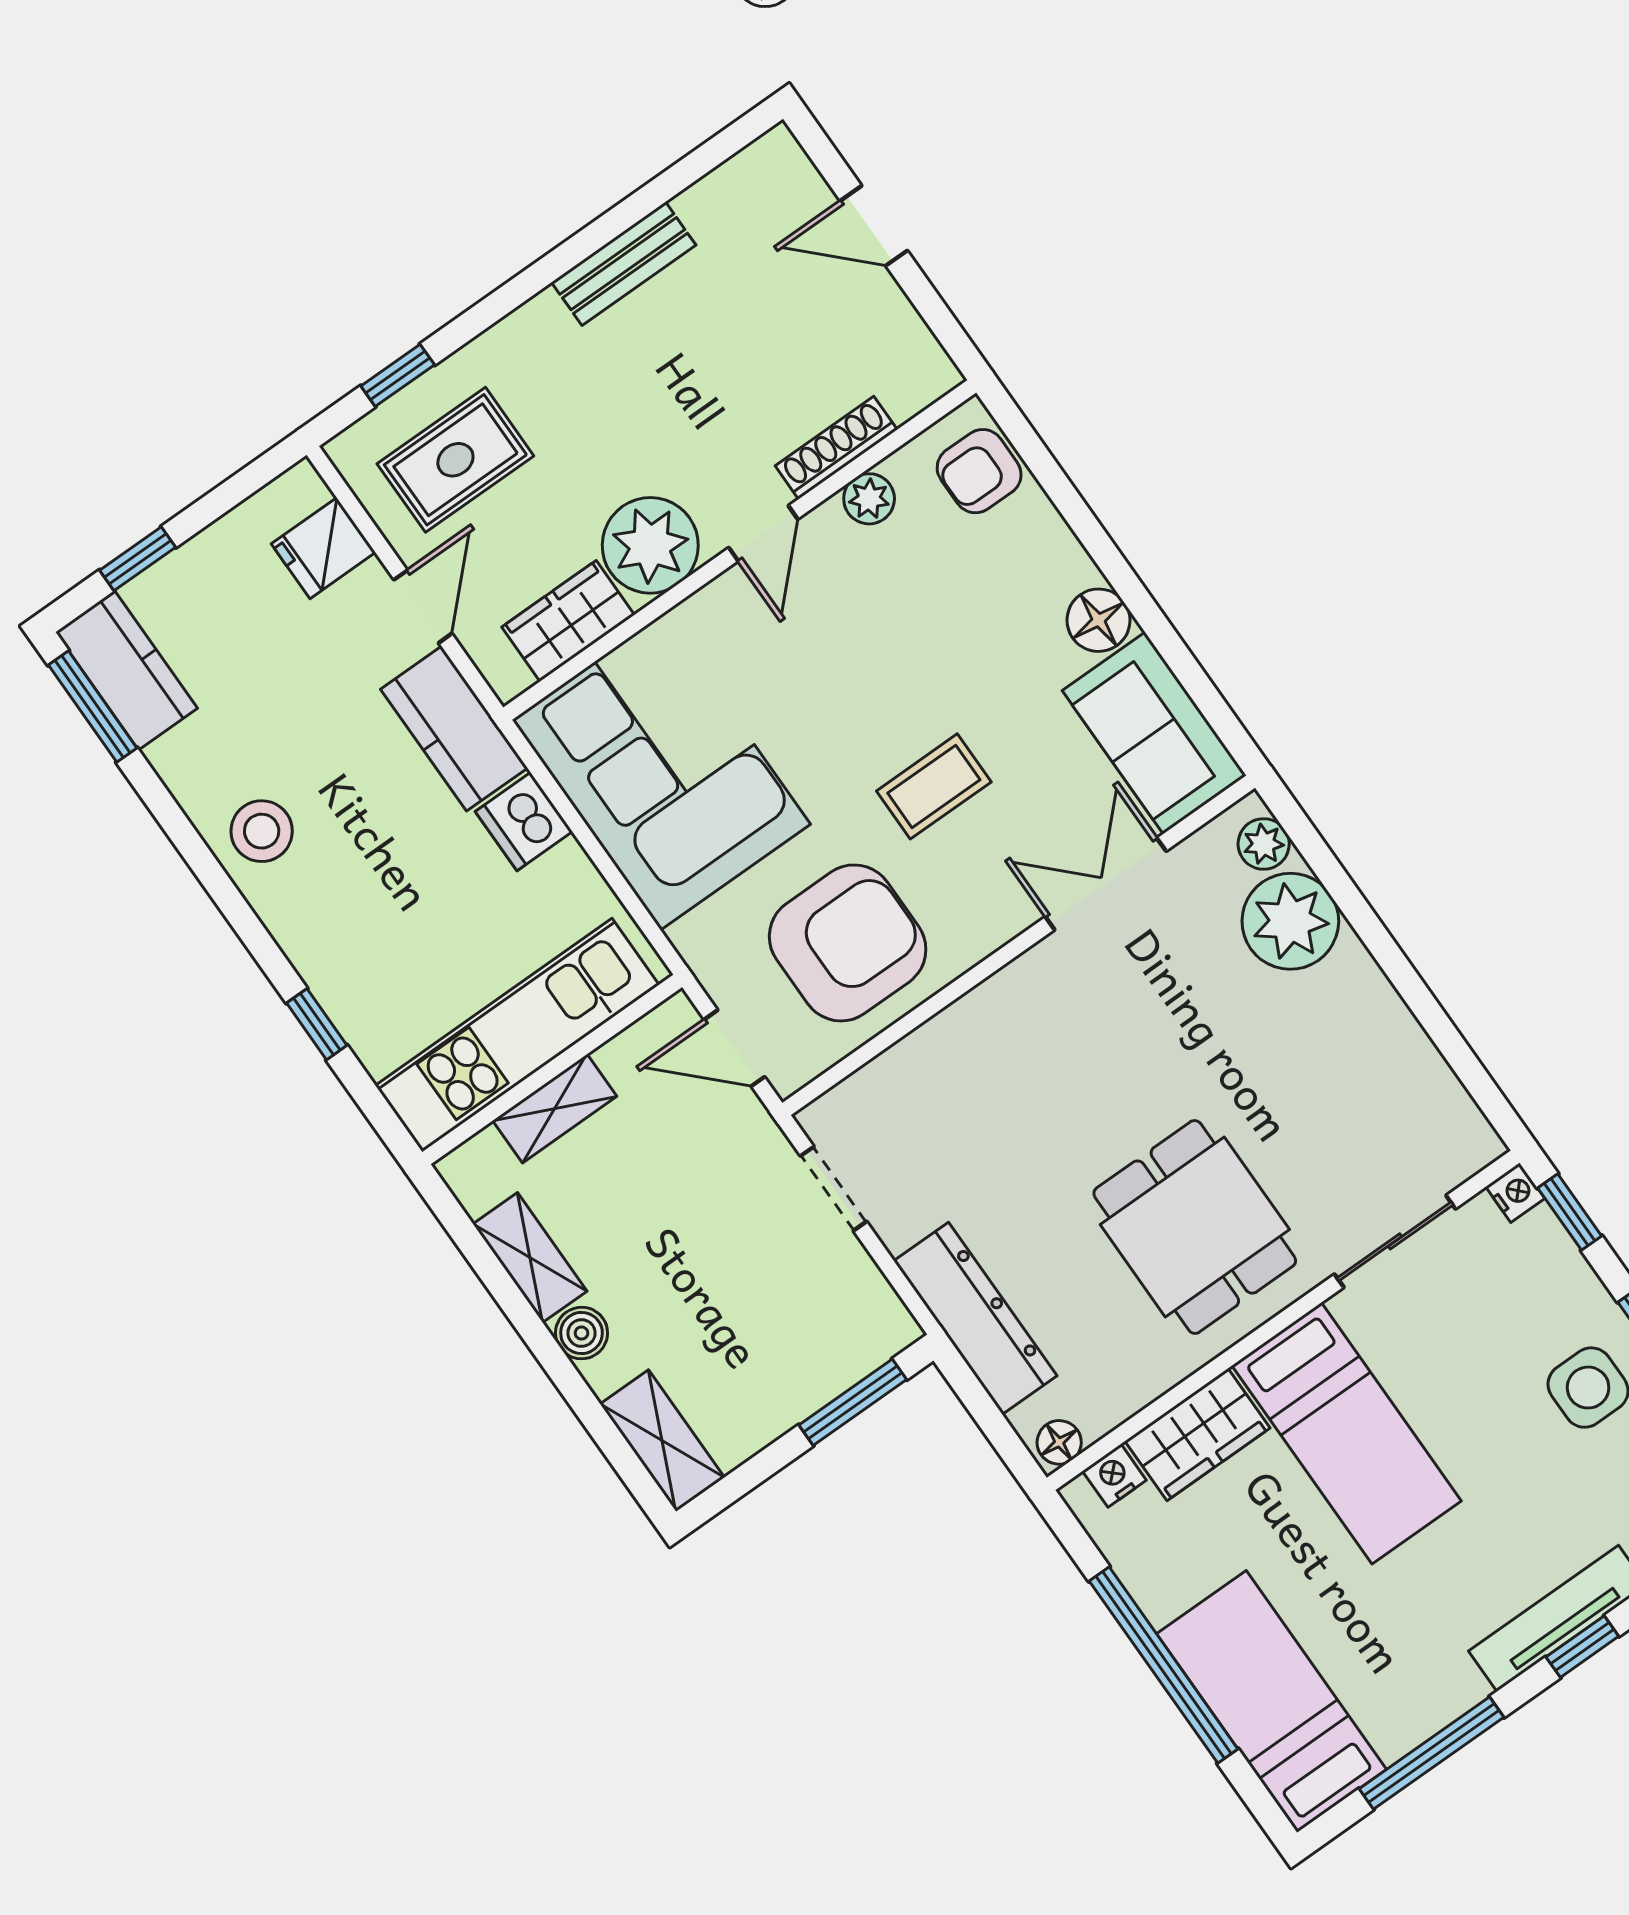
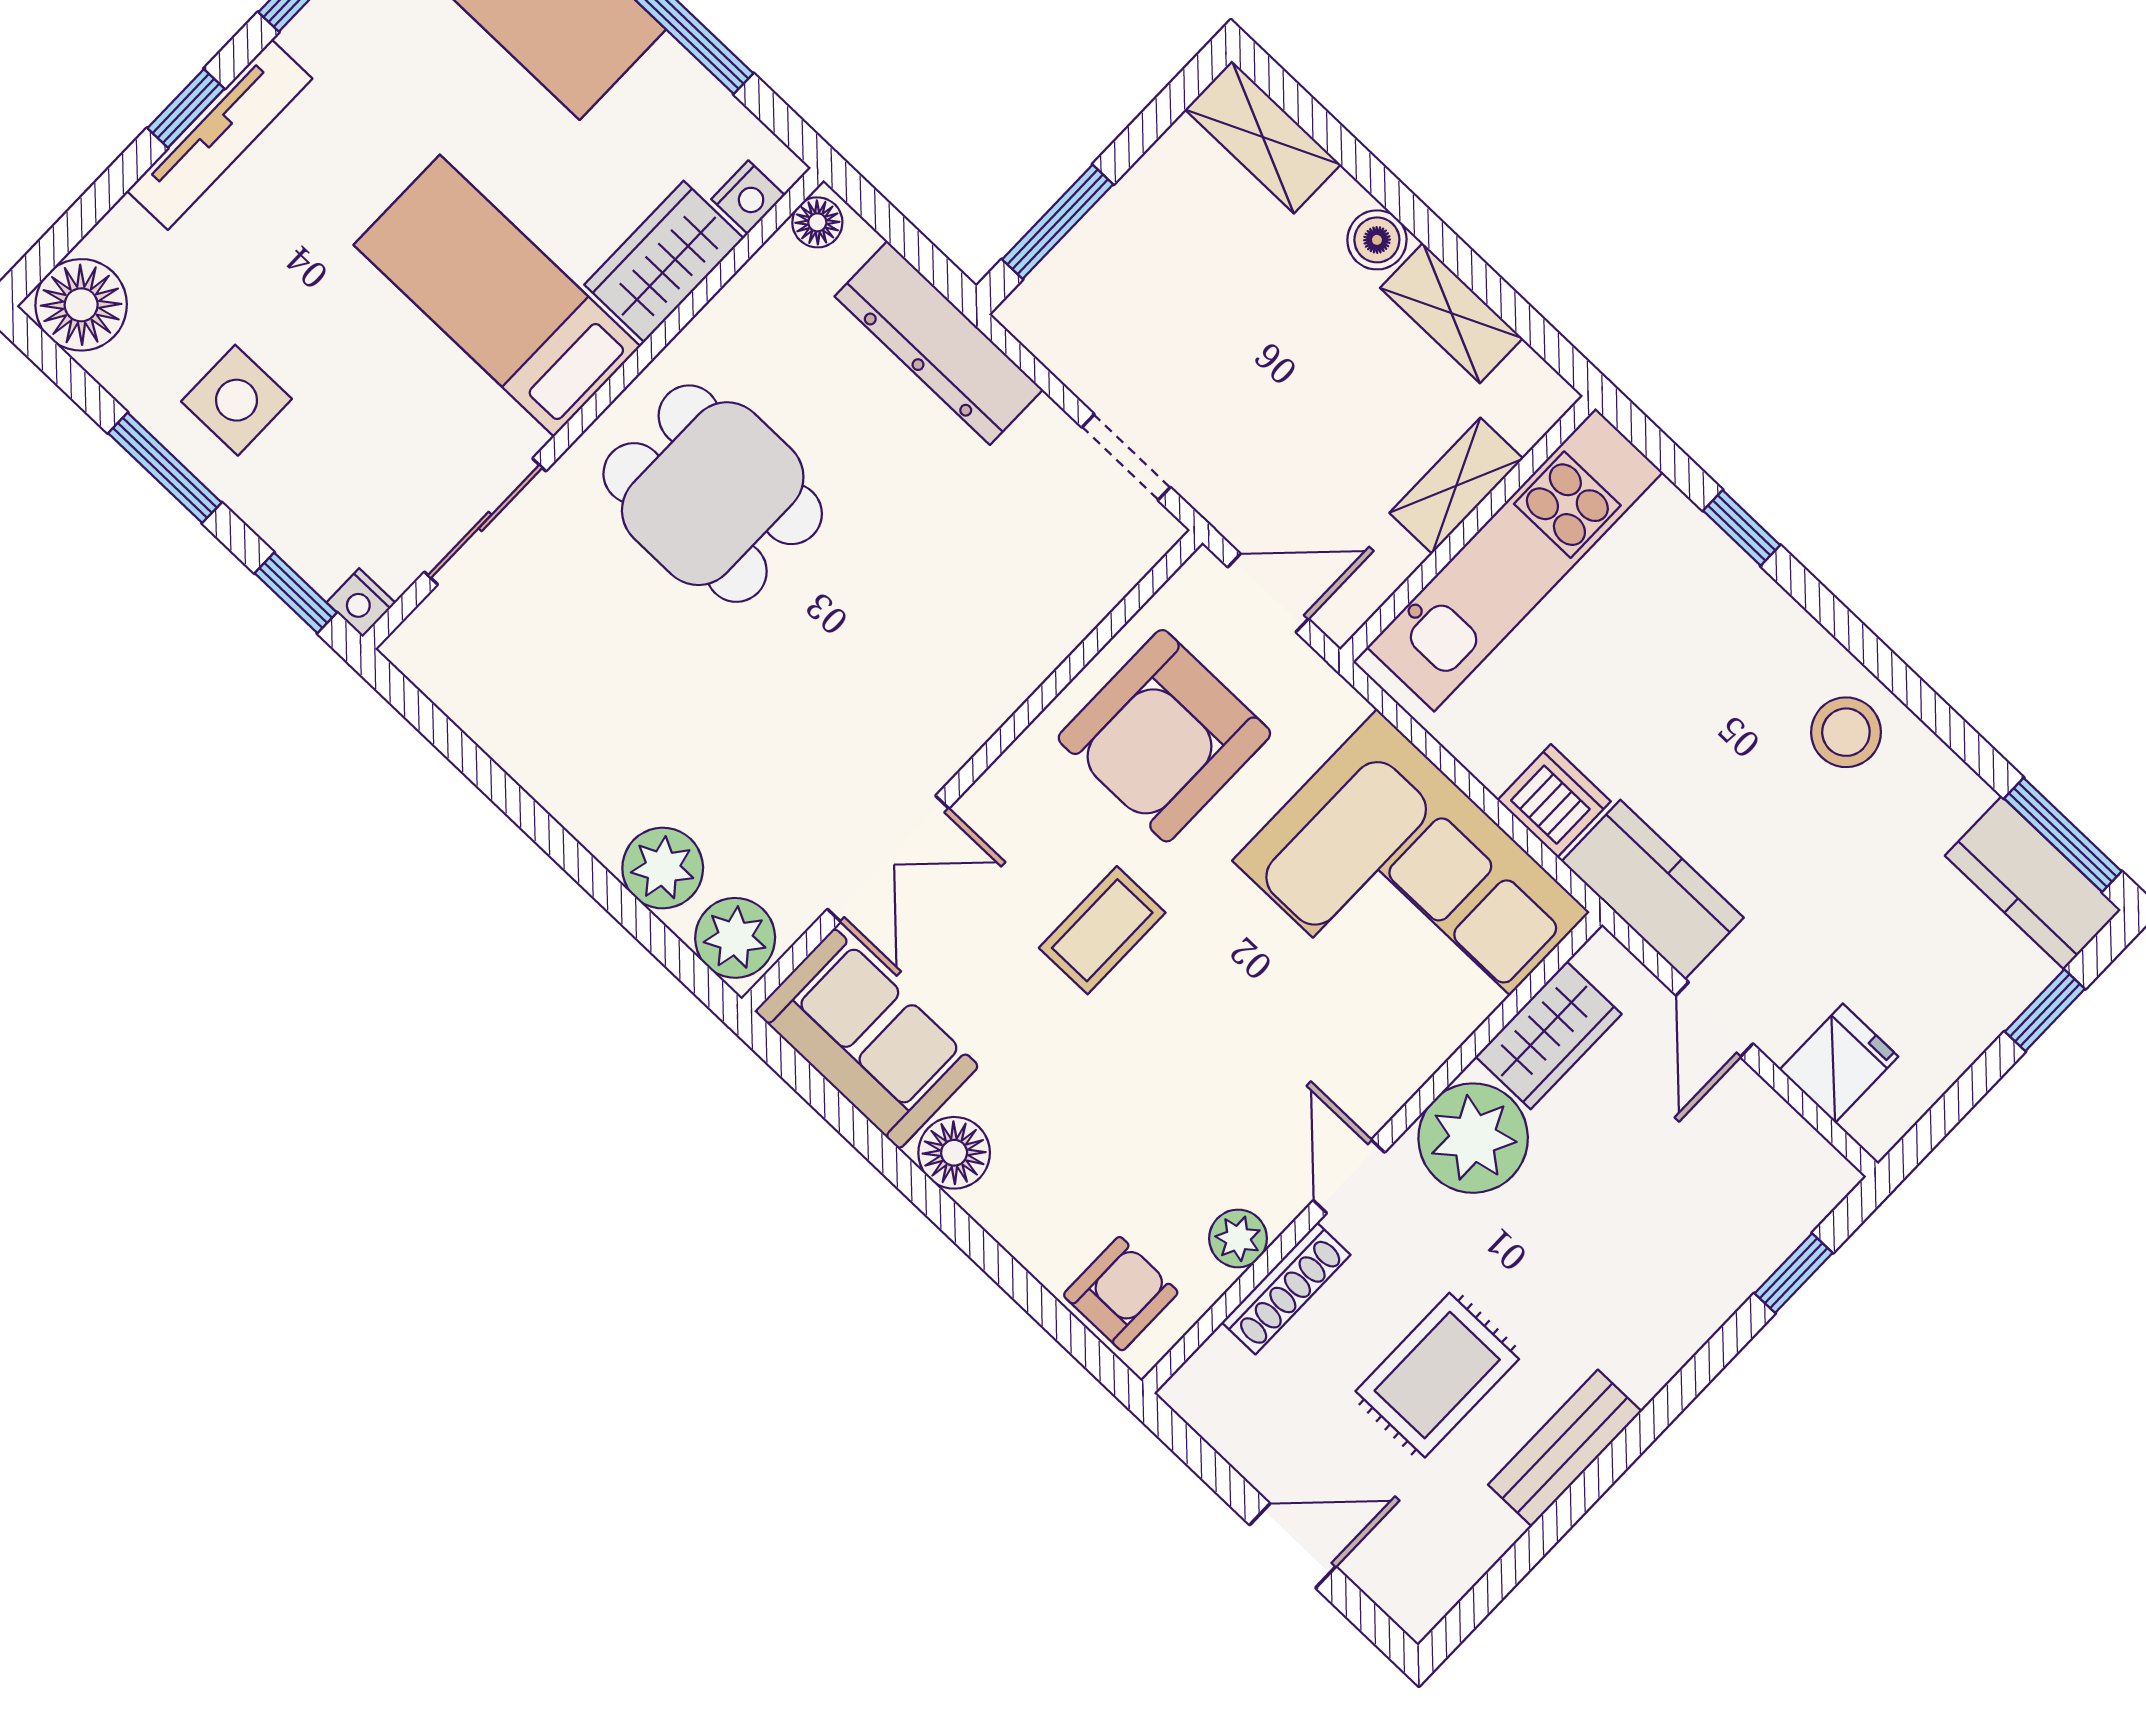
rug: (455, 460) -> (1437, 1375), moved
plant: (1264, 844) -> (735, 938), width x1.38, depth x1.38
plant: (1290, 921) -> (663, 868), width x0.73, depth x0.73

